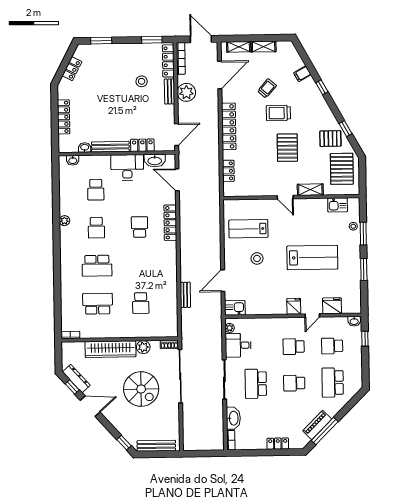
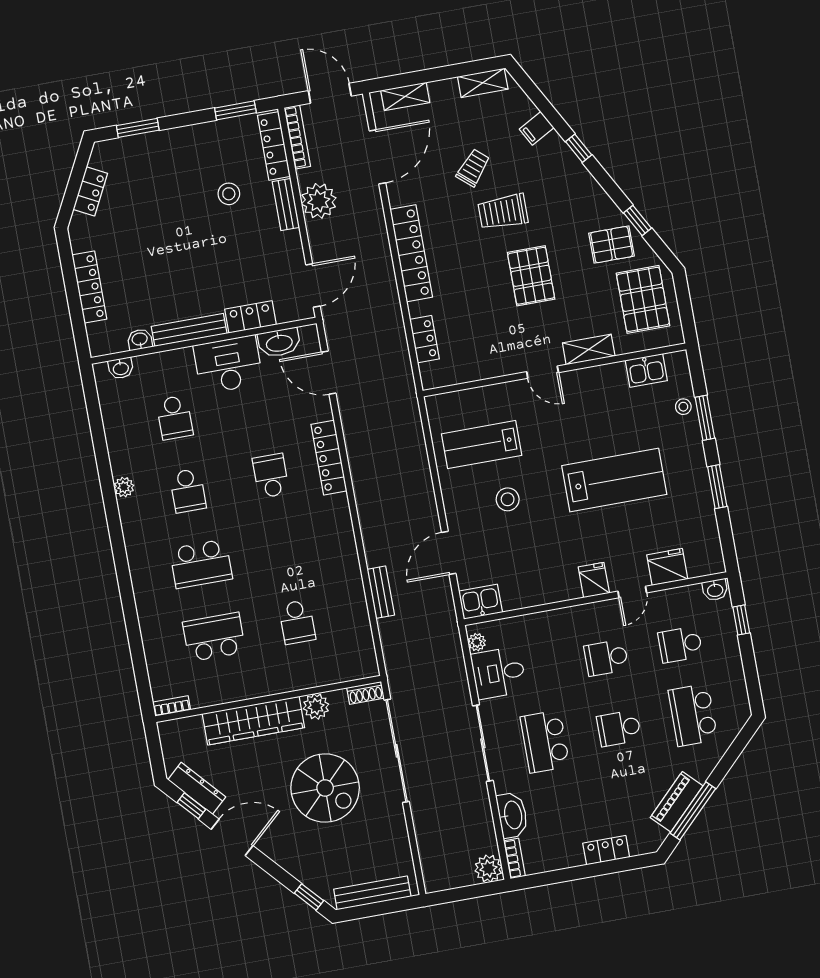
shelving: (264, 47) -> (483, 83), moved
plant: (217, 443) -> (488, 869), added

